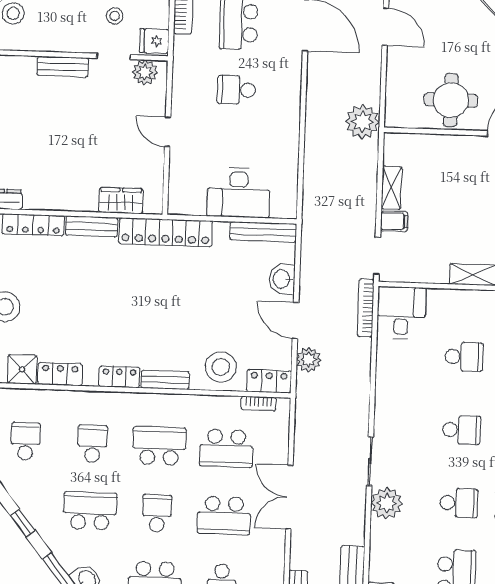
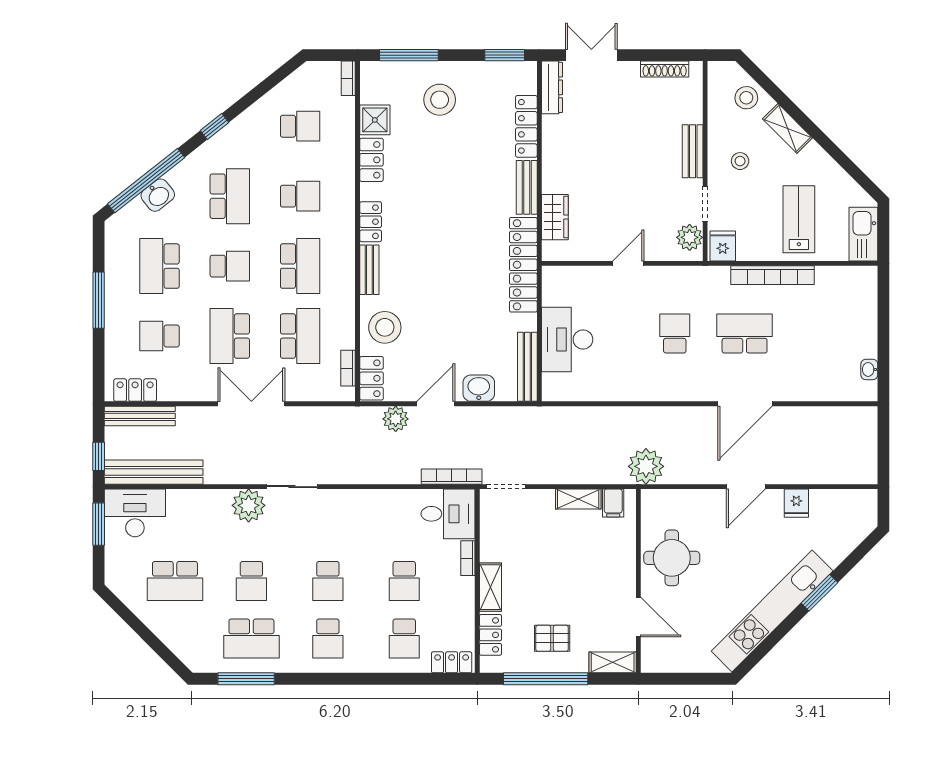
stool: (115, 16) -> (740, 161), moved
filing cabinet: (394, 221) -> (613, 503), moved
bookcase: (444, 295) -> (468, 558), added
school desk: (226, 448) -> (300, 336), turned 180

